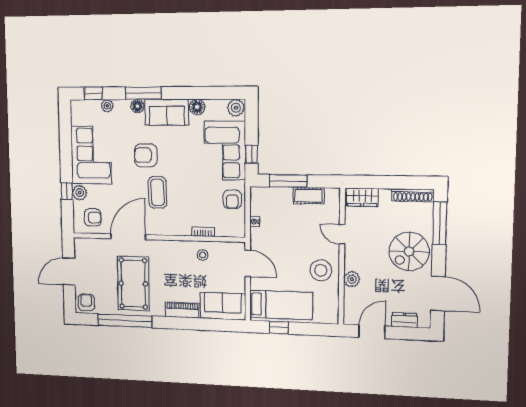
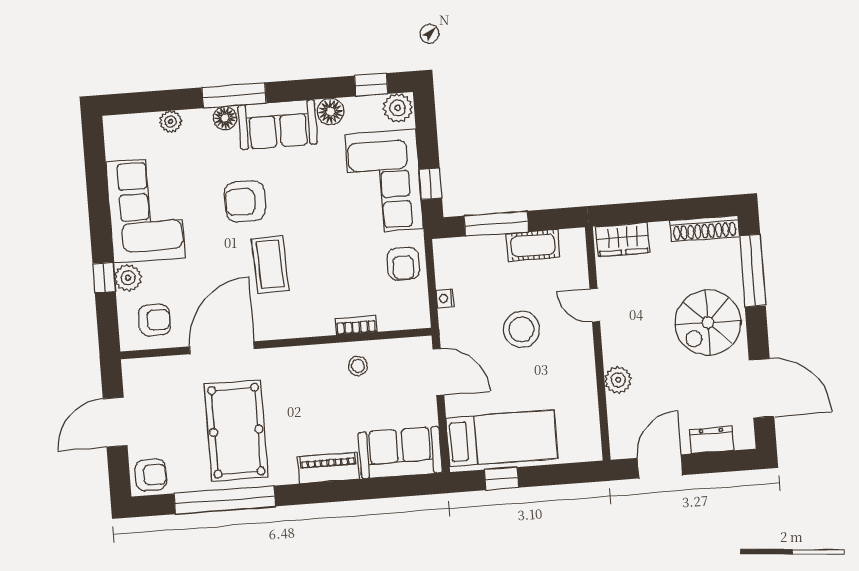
window: (93, 93) -> (371, 85), moved
stool: (321, 270) -> (522, 329), moved
armchair: (86, 302) -> (151, 475), turned 90

